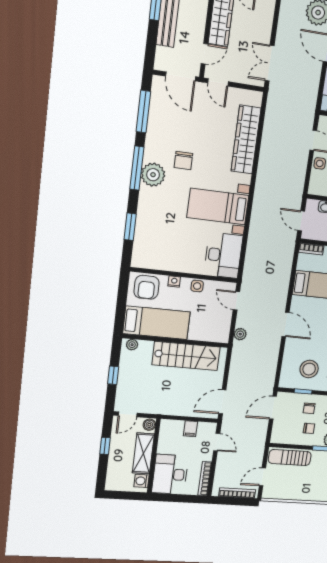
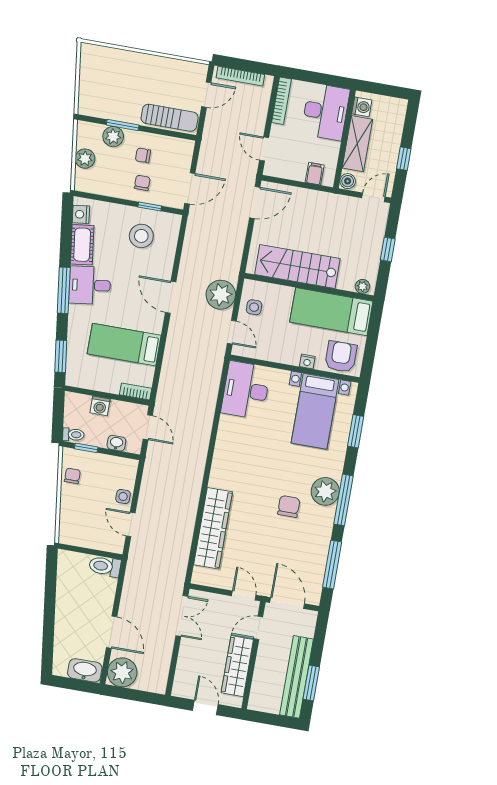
bed with nightstands: (218, 206) -> (315, 411), moved, turned 90
side table: (197, 286) -> (254, 307), moved
plant: (240, 334) -> (221, 295), width x1.88, depth x1.88
filing cabinet: (190, 429) -> (315, 174), moved

